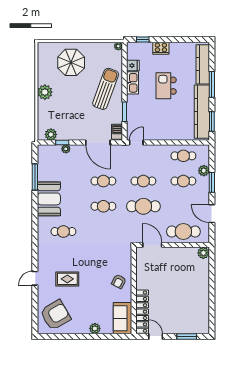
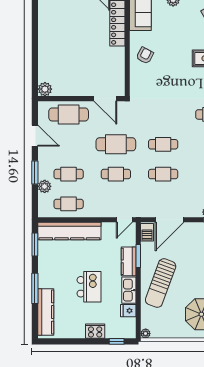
kitchen counter: (133, 107) -> (129, 261), added
kitchen counter: (202, 112) -> (69, 231), moved, turned 90
door: (98, 142) -> (170, 220), swing flipped

